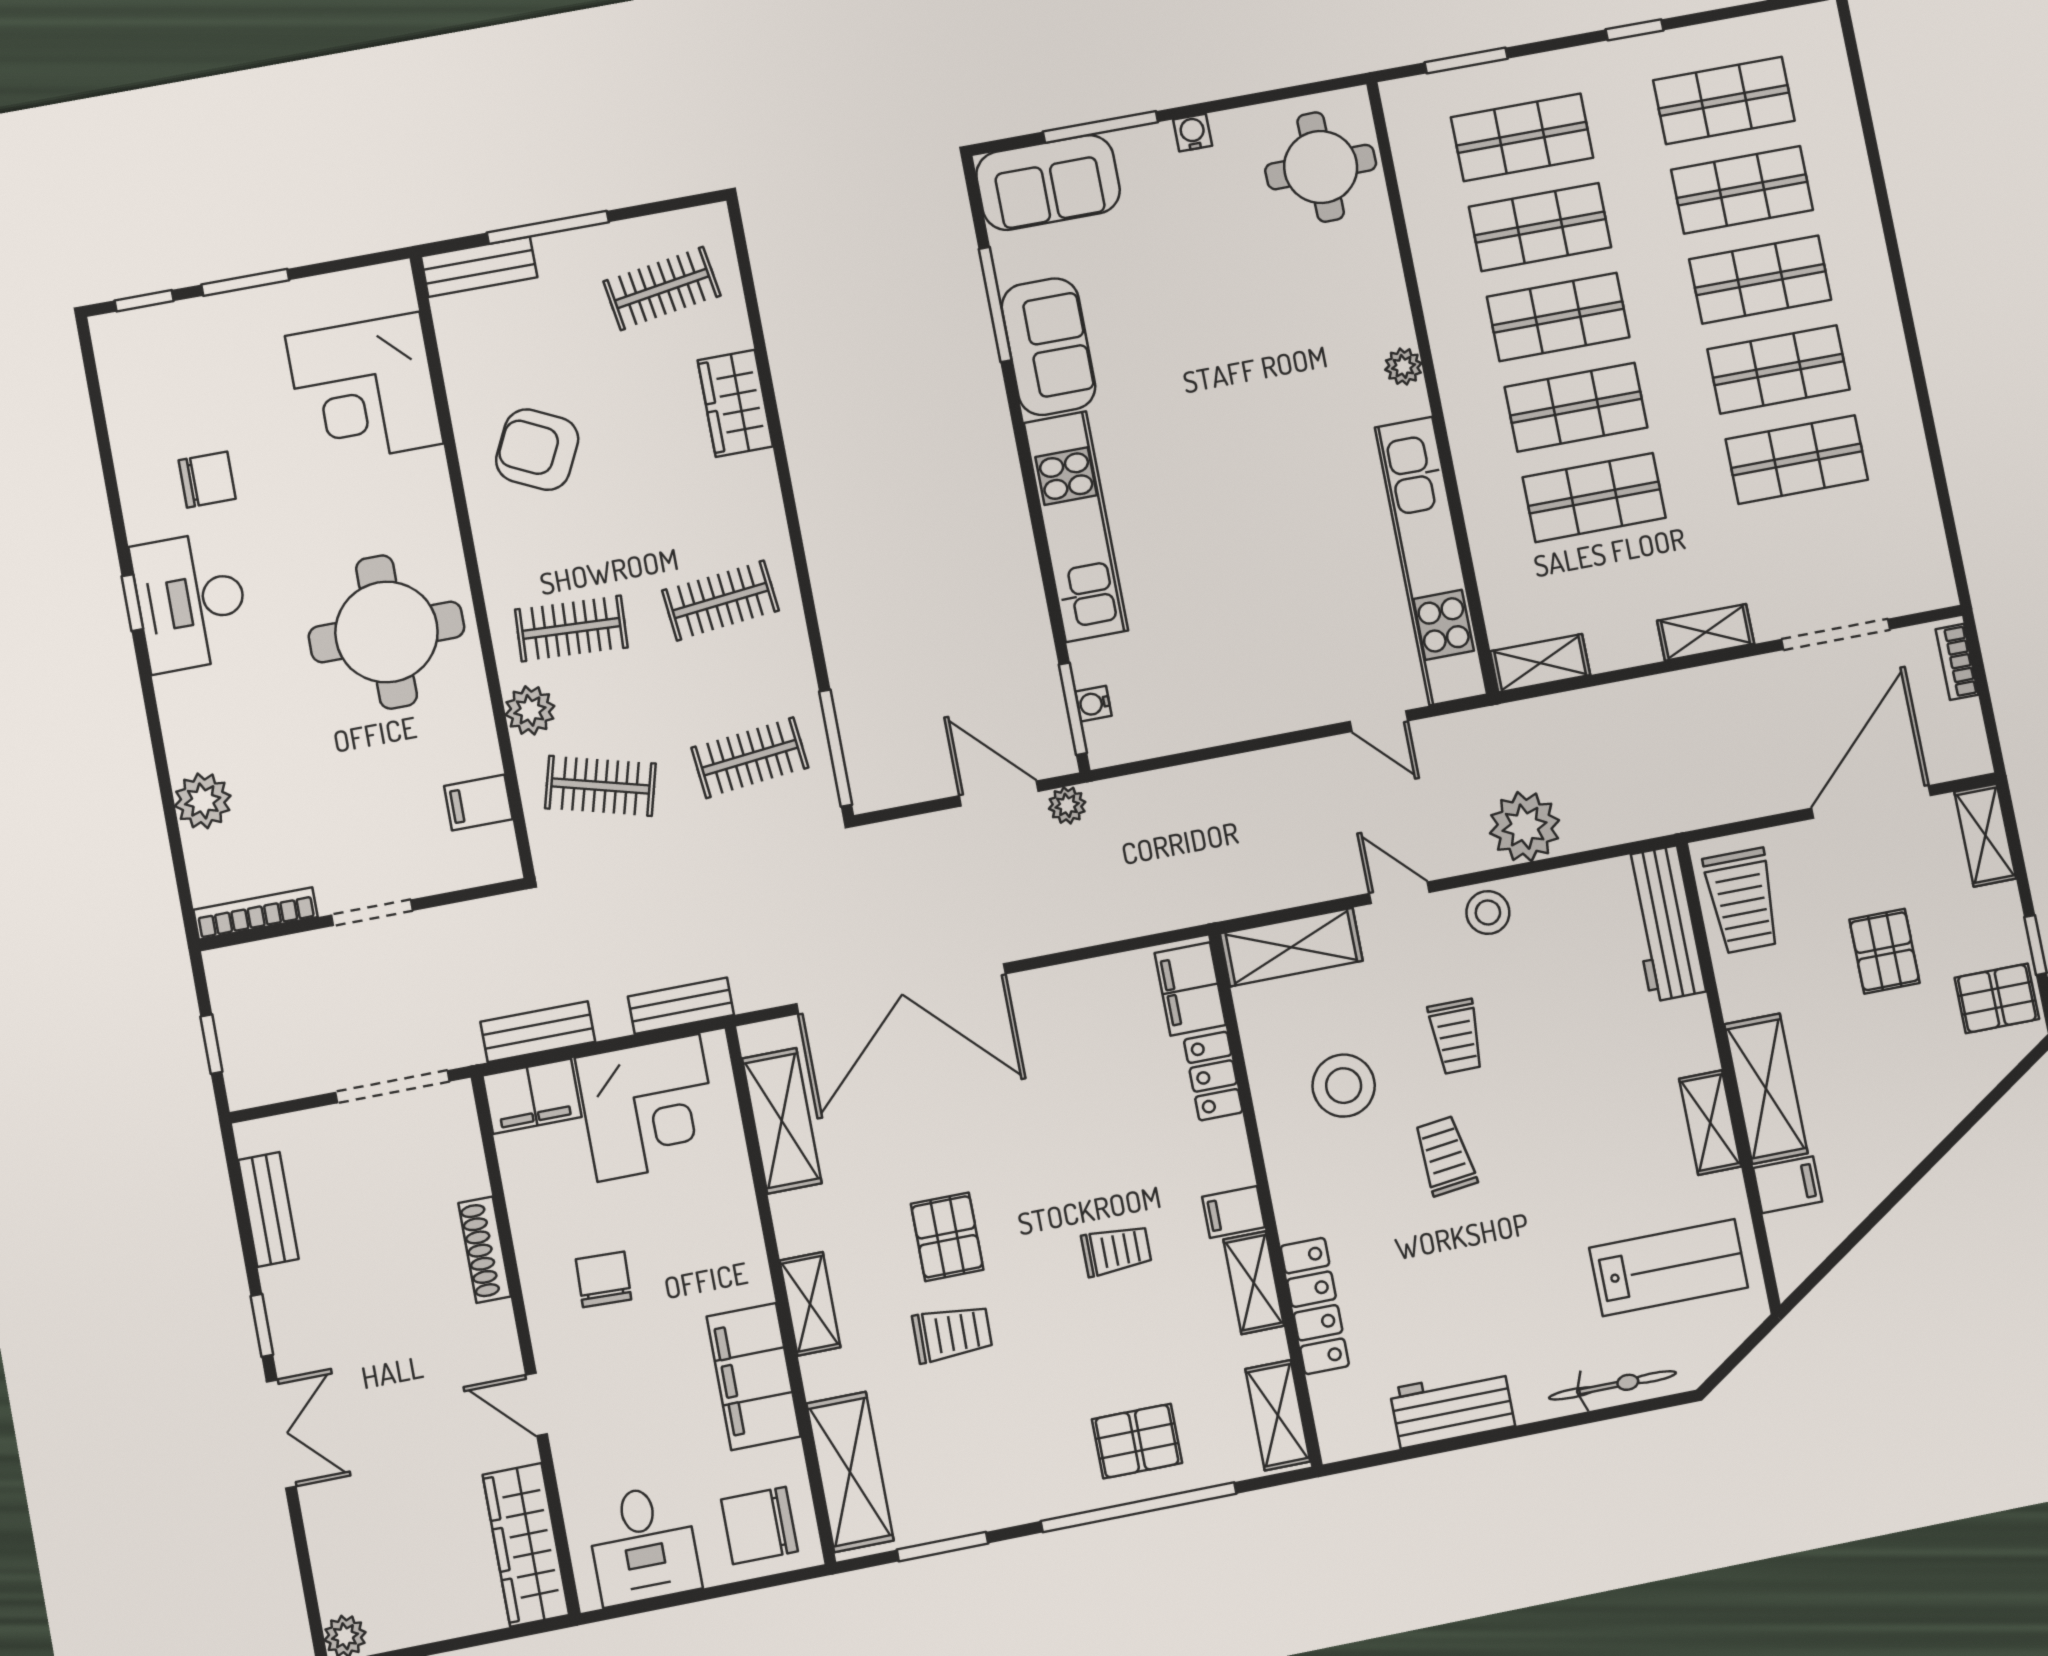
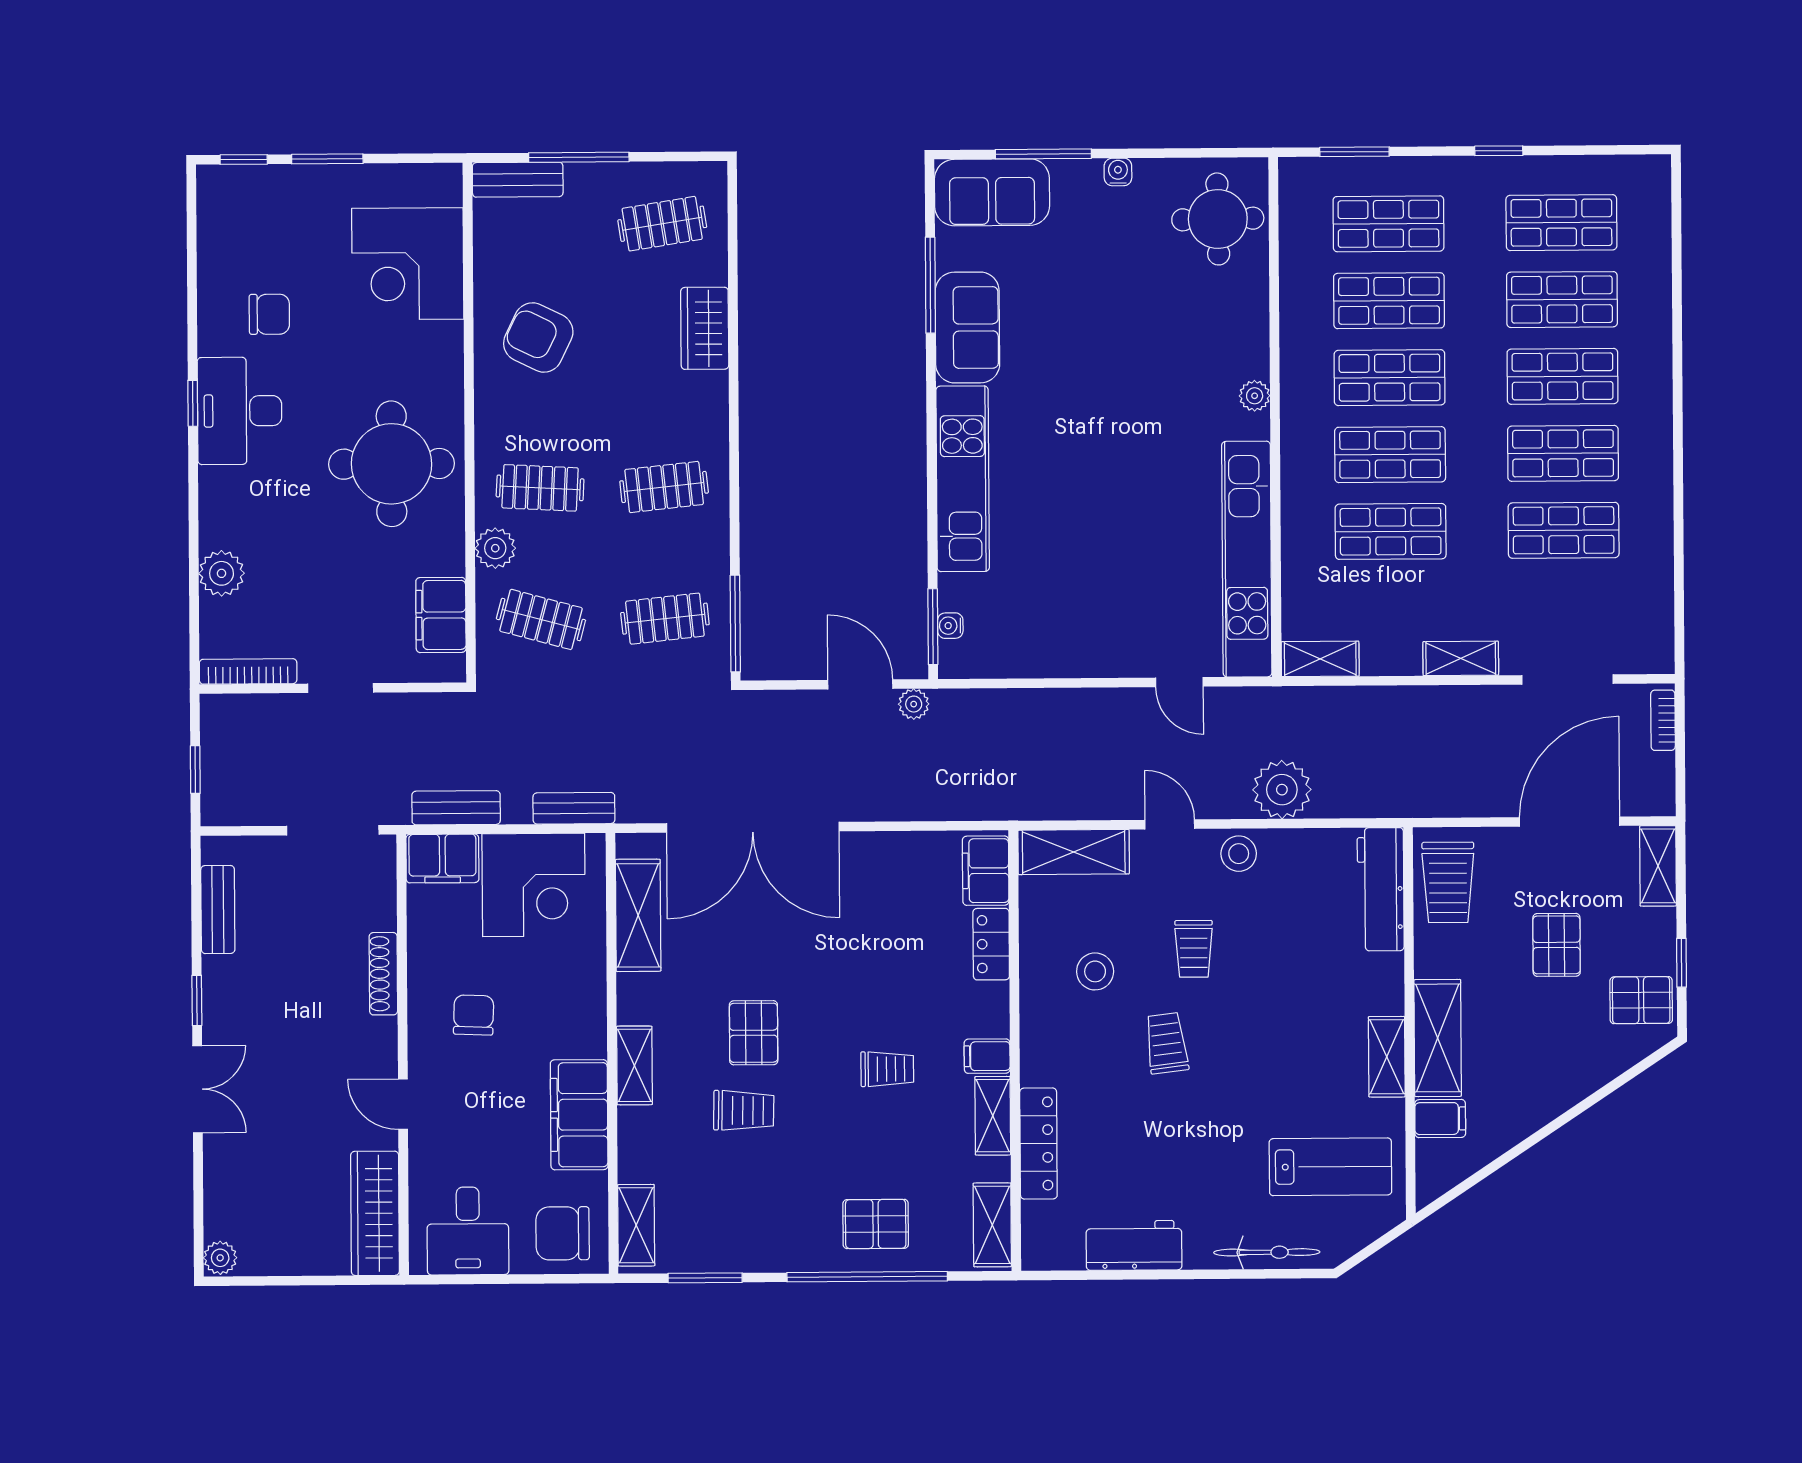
filing cabinet: (478, 803) -> (441, 615), width x2.00
stool: (1344, 1086) -> (1095, 971), width x0.73, depth x0.73
shelving: (850, 1472) -> (636, 1225), width x0.67, depth x0.75

